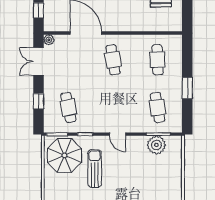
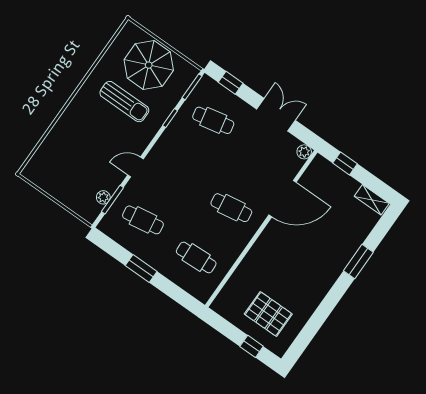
double door: (39, 61) -> (276, 115), moved
window: (39, 101) -> (231, 83), moved
door: (118, 134) -> (135, 167), moved
plant: (156, 145) -> (103, 197), width x0.53, depth x0.53
parasol: (64, 155) -> (149, 65), moved

